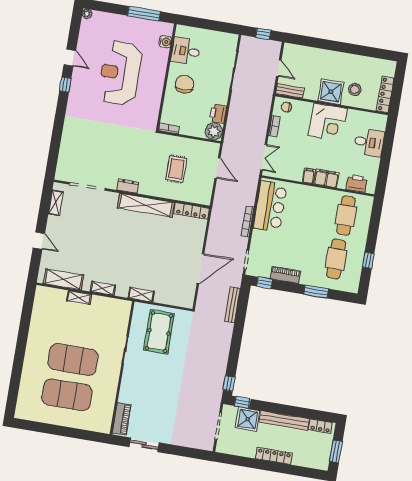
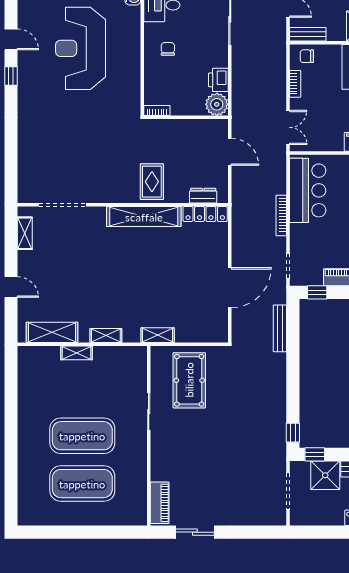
chair: (185, 84) -> (168, 49), width x0.54, depth x0.54
rug: (176, 169) -> (152, 182), moved
dresser: (128, 186) -> (203, 196), moved

